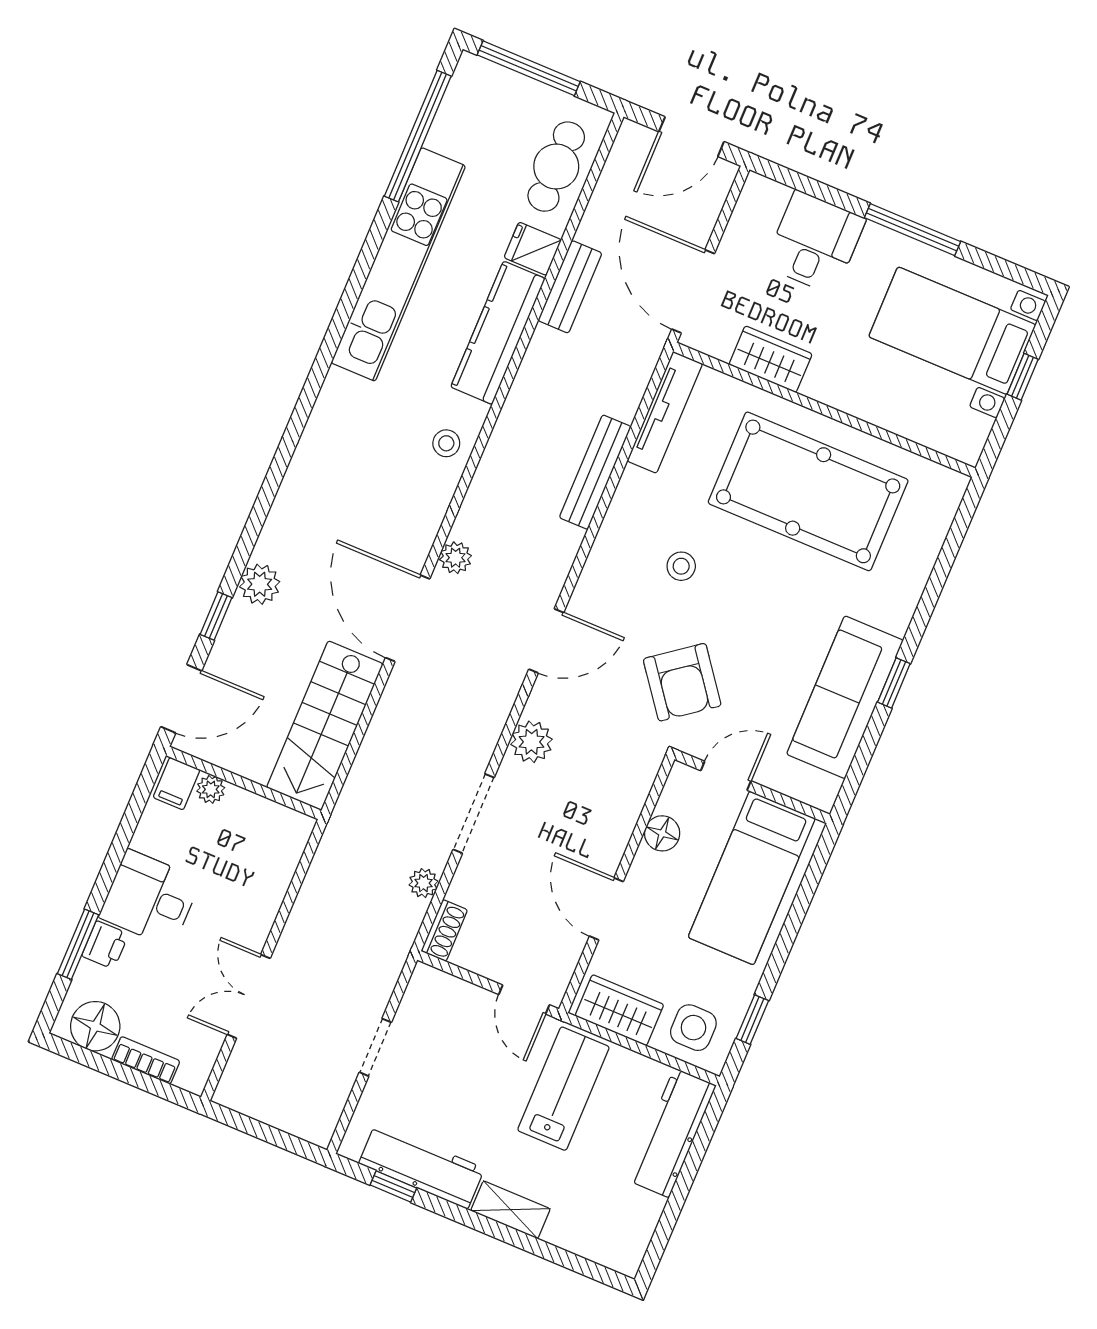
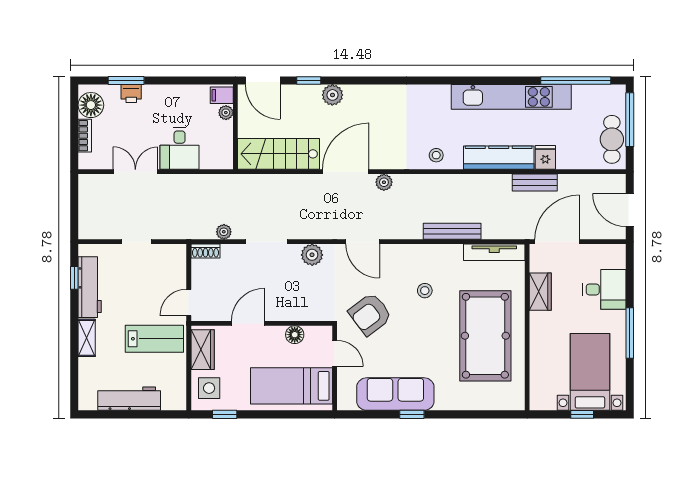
cafe table: (556, 167) -> (612, 139), moved, turned 90
desk: (150, 898) -> (180, 148), moved, turned 180
workbench: (672, 1133) -> (129, 399), moved

